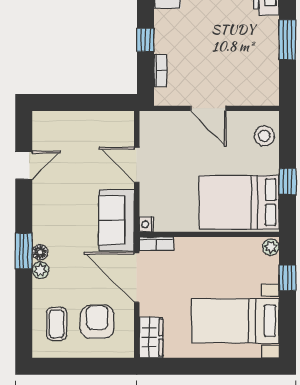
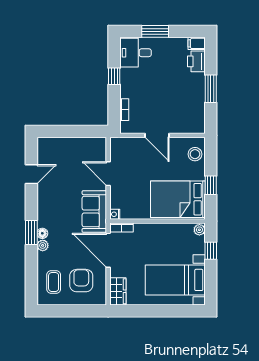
window: (146, 40) -> (114, 76), moved

